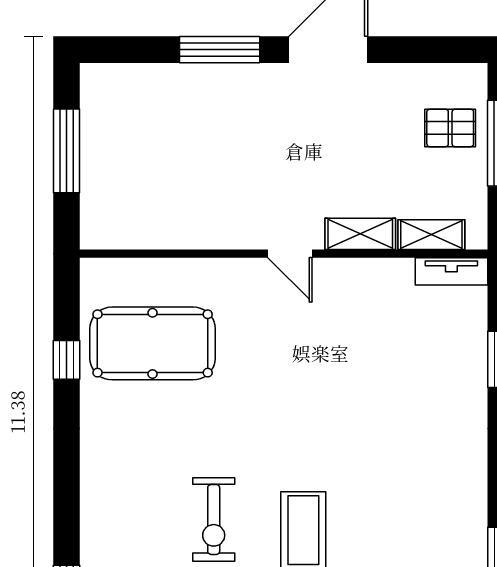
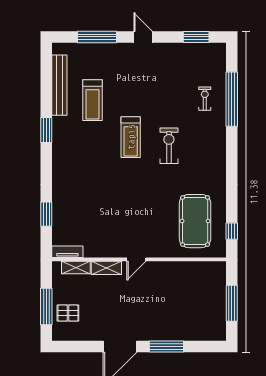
door: (290, 254) -> (136, 259), swing flipped
pool table: (153, 343) -> (195, 221), turned 90
window: (66, 360) -> (232, 231), moved

